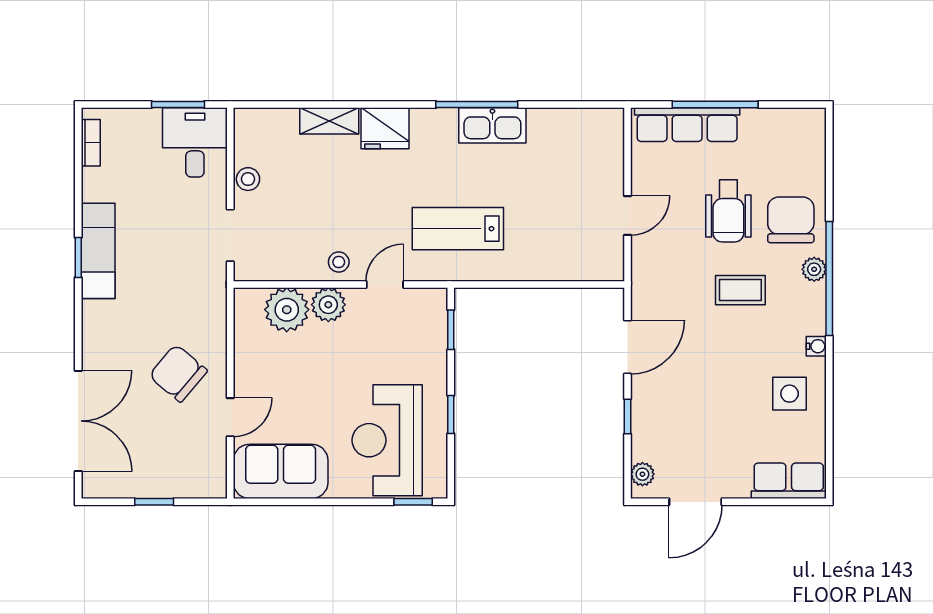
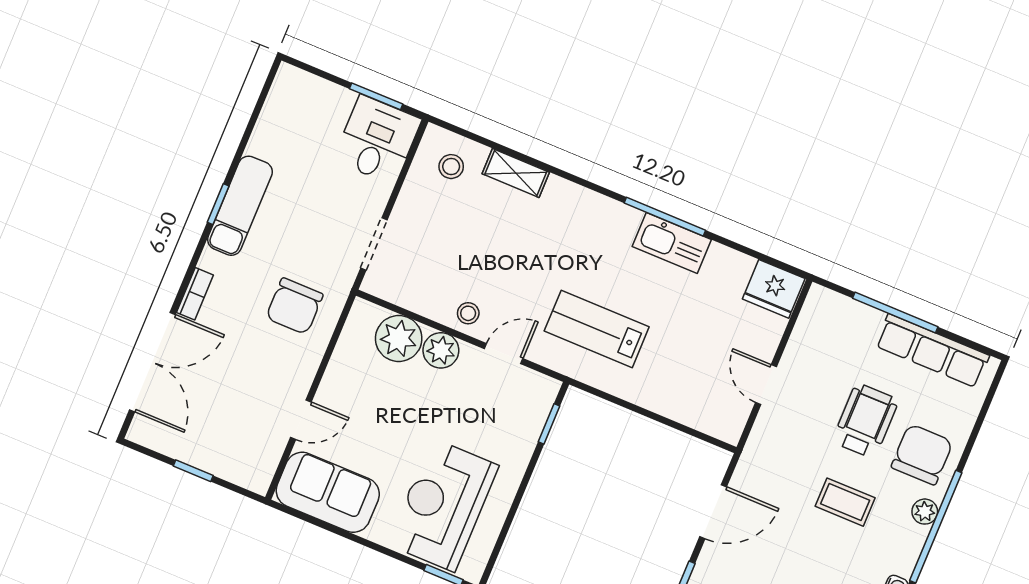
row of seats: (687, 125) -> (932, 351), moved
fridge: (385, 128) -> (774, 289), moved
bookcase: (91, 143) -> (195, 294), moved
stool: (248, 179) -> (451, 167), moved
wheelchair: (728, 211) -> (865, 421), turned 180
door: (628, 216) -> (766, 385), swing flipped
chair: (178, 373) -> (294, 306), moved, turned -130
window: (451, 414) -> (515, 506), removed

